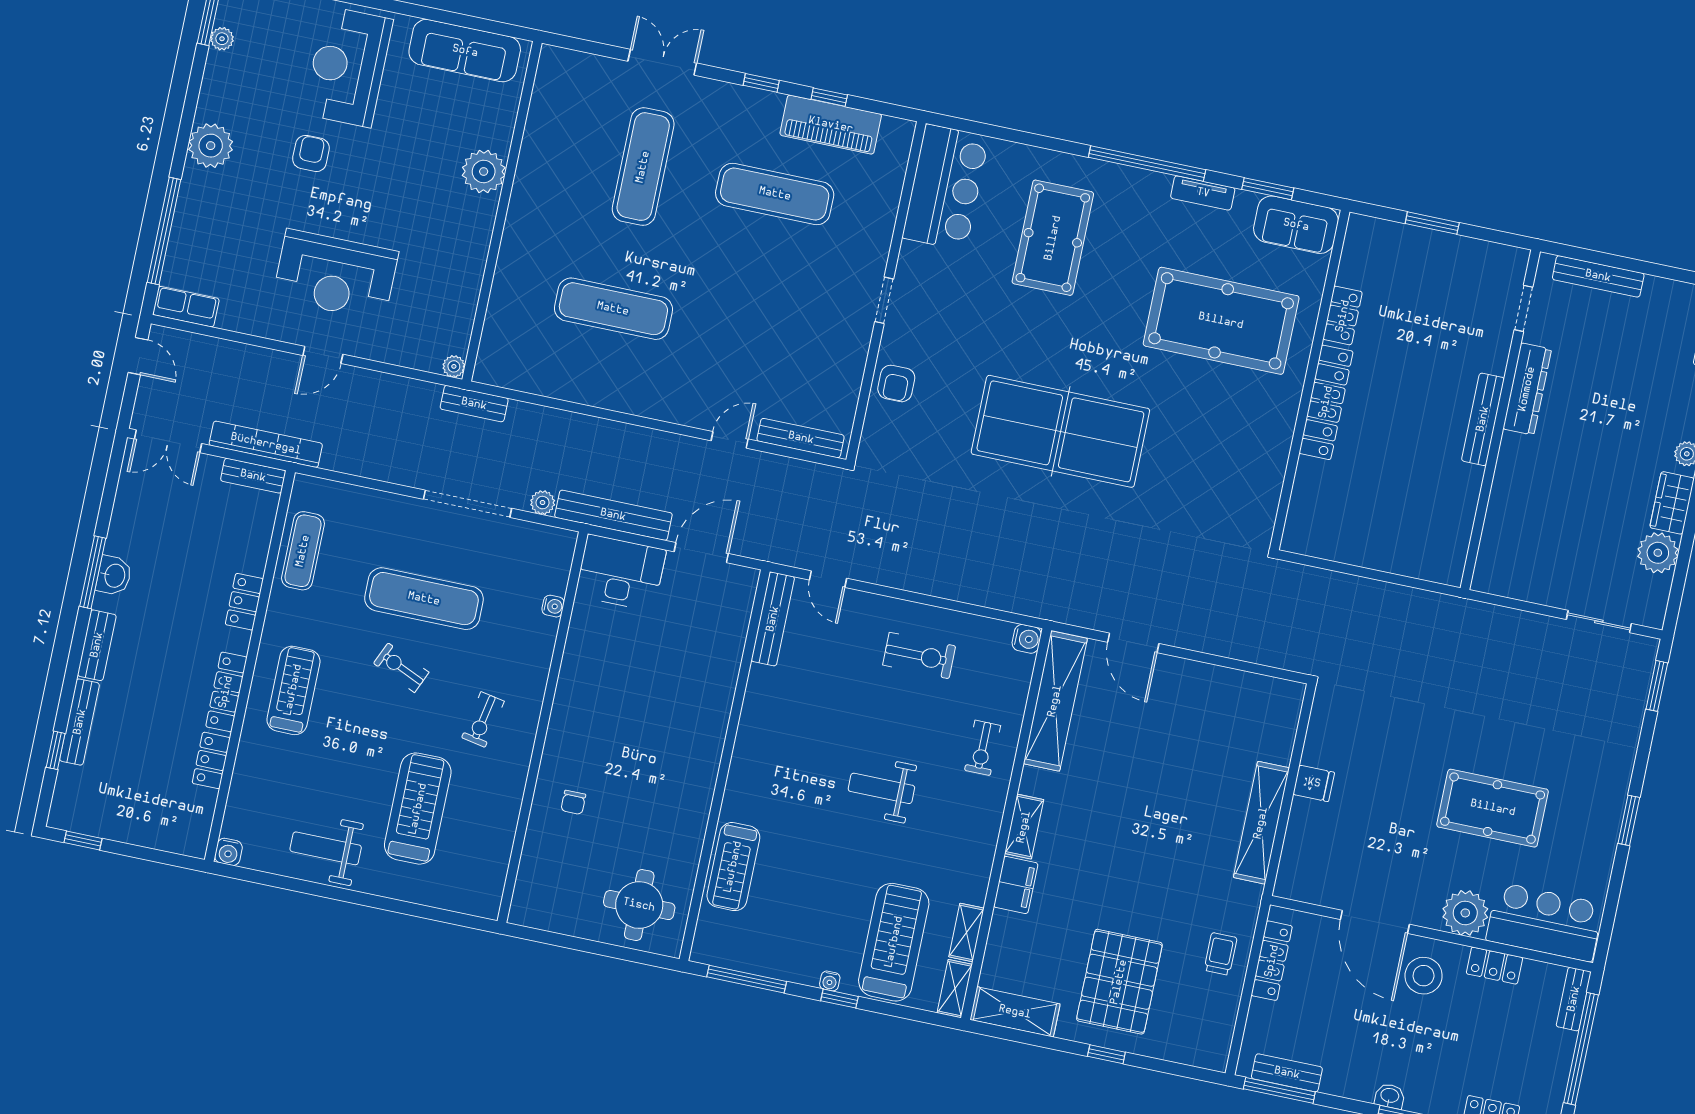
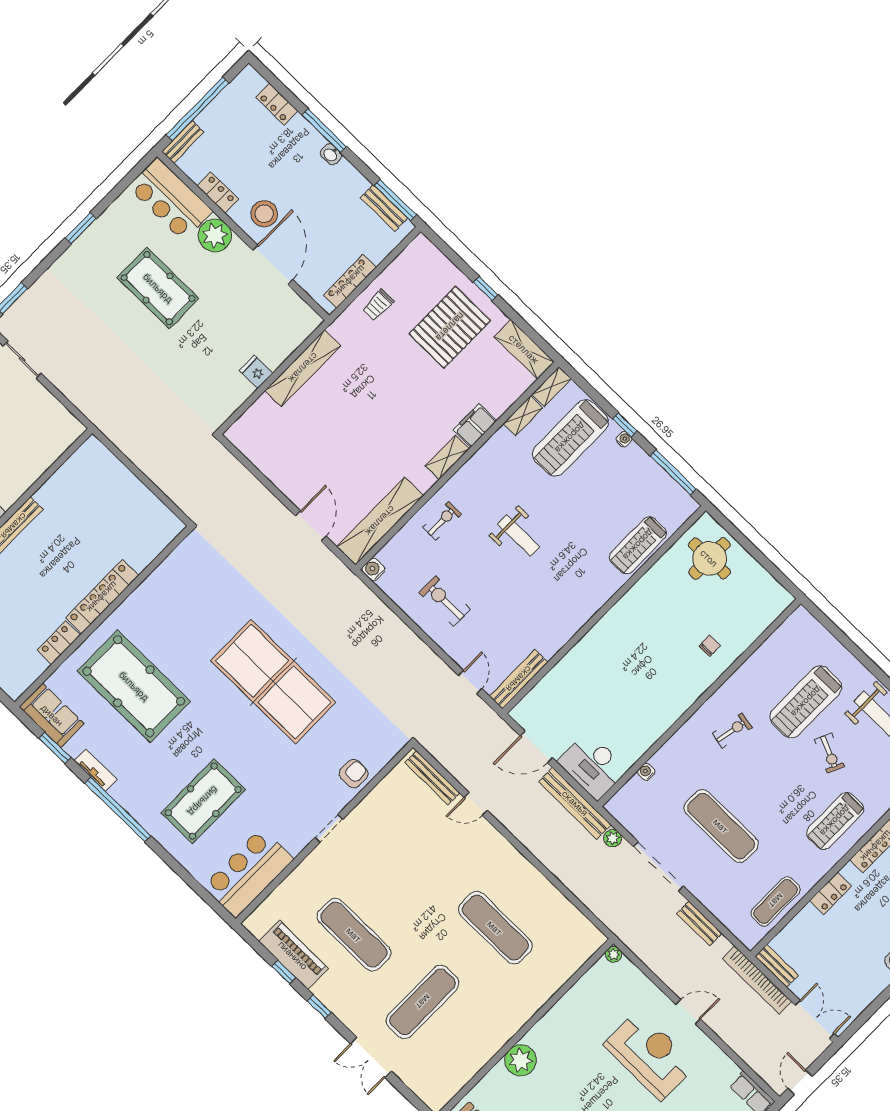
bench: (474, 404) -> (699, 923), moved
exercise bike: (401, 668) -> (829, 753), moved
treadmill: (733, 867) -> (638, 545), turned 180

